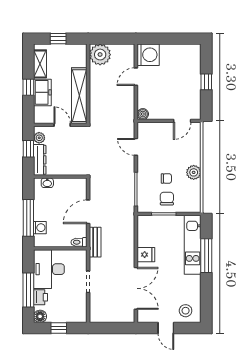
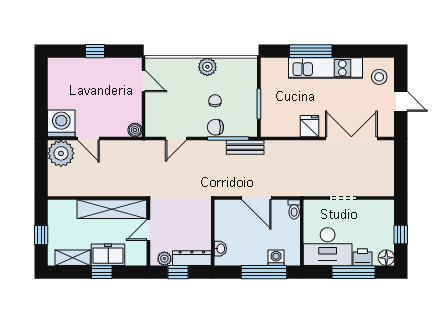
plant: (100, 55) -> (61, 153), moved
chair: (167, 199) -> (215, 127), moved
bench: (95, 242) -> (245, 147), moved
kitchen unit: (193, 245) -> (326, 68), moved
door: (166, 328) -> (401, 101), hinge flipped

